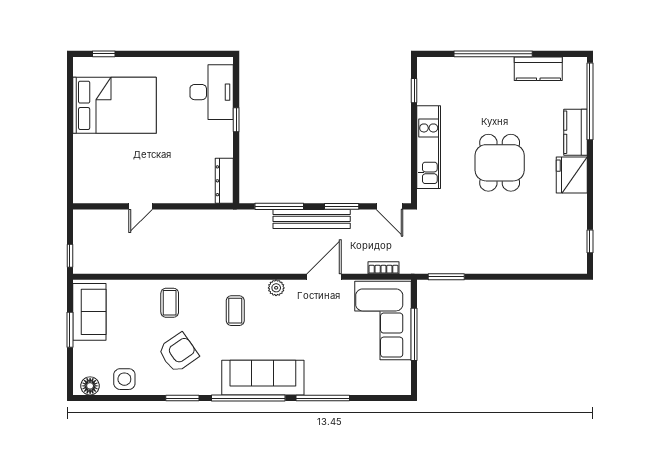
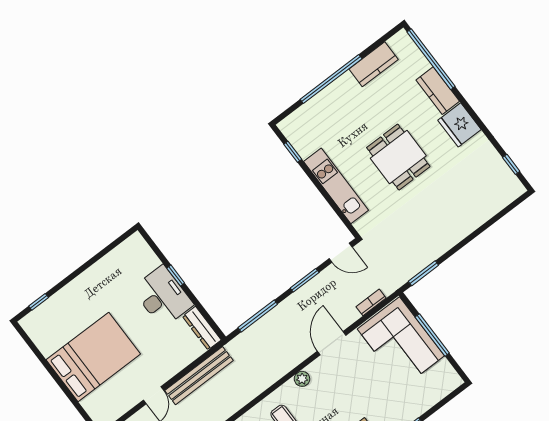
desk: (212, 92) -> (163, 297), moved
bed: (115, 105) -> (93, 357), moved
bench: (312, 219) -> (199, 376), moved

